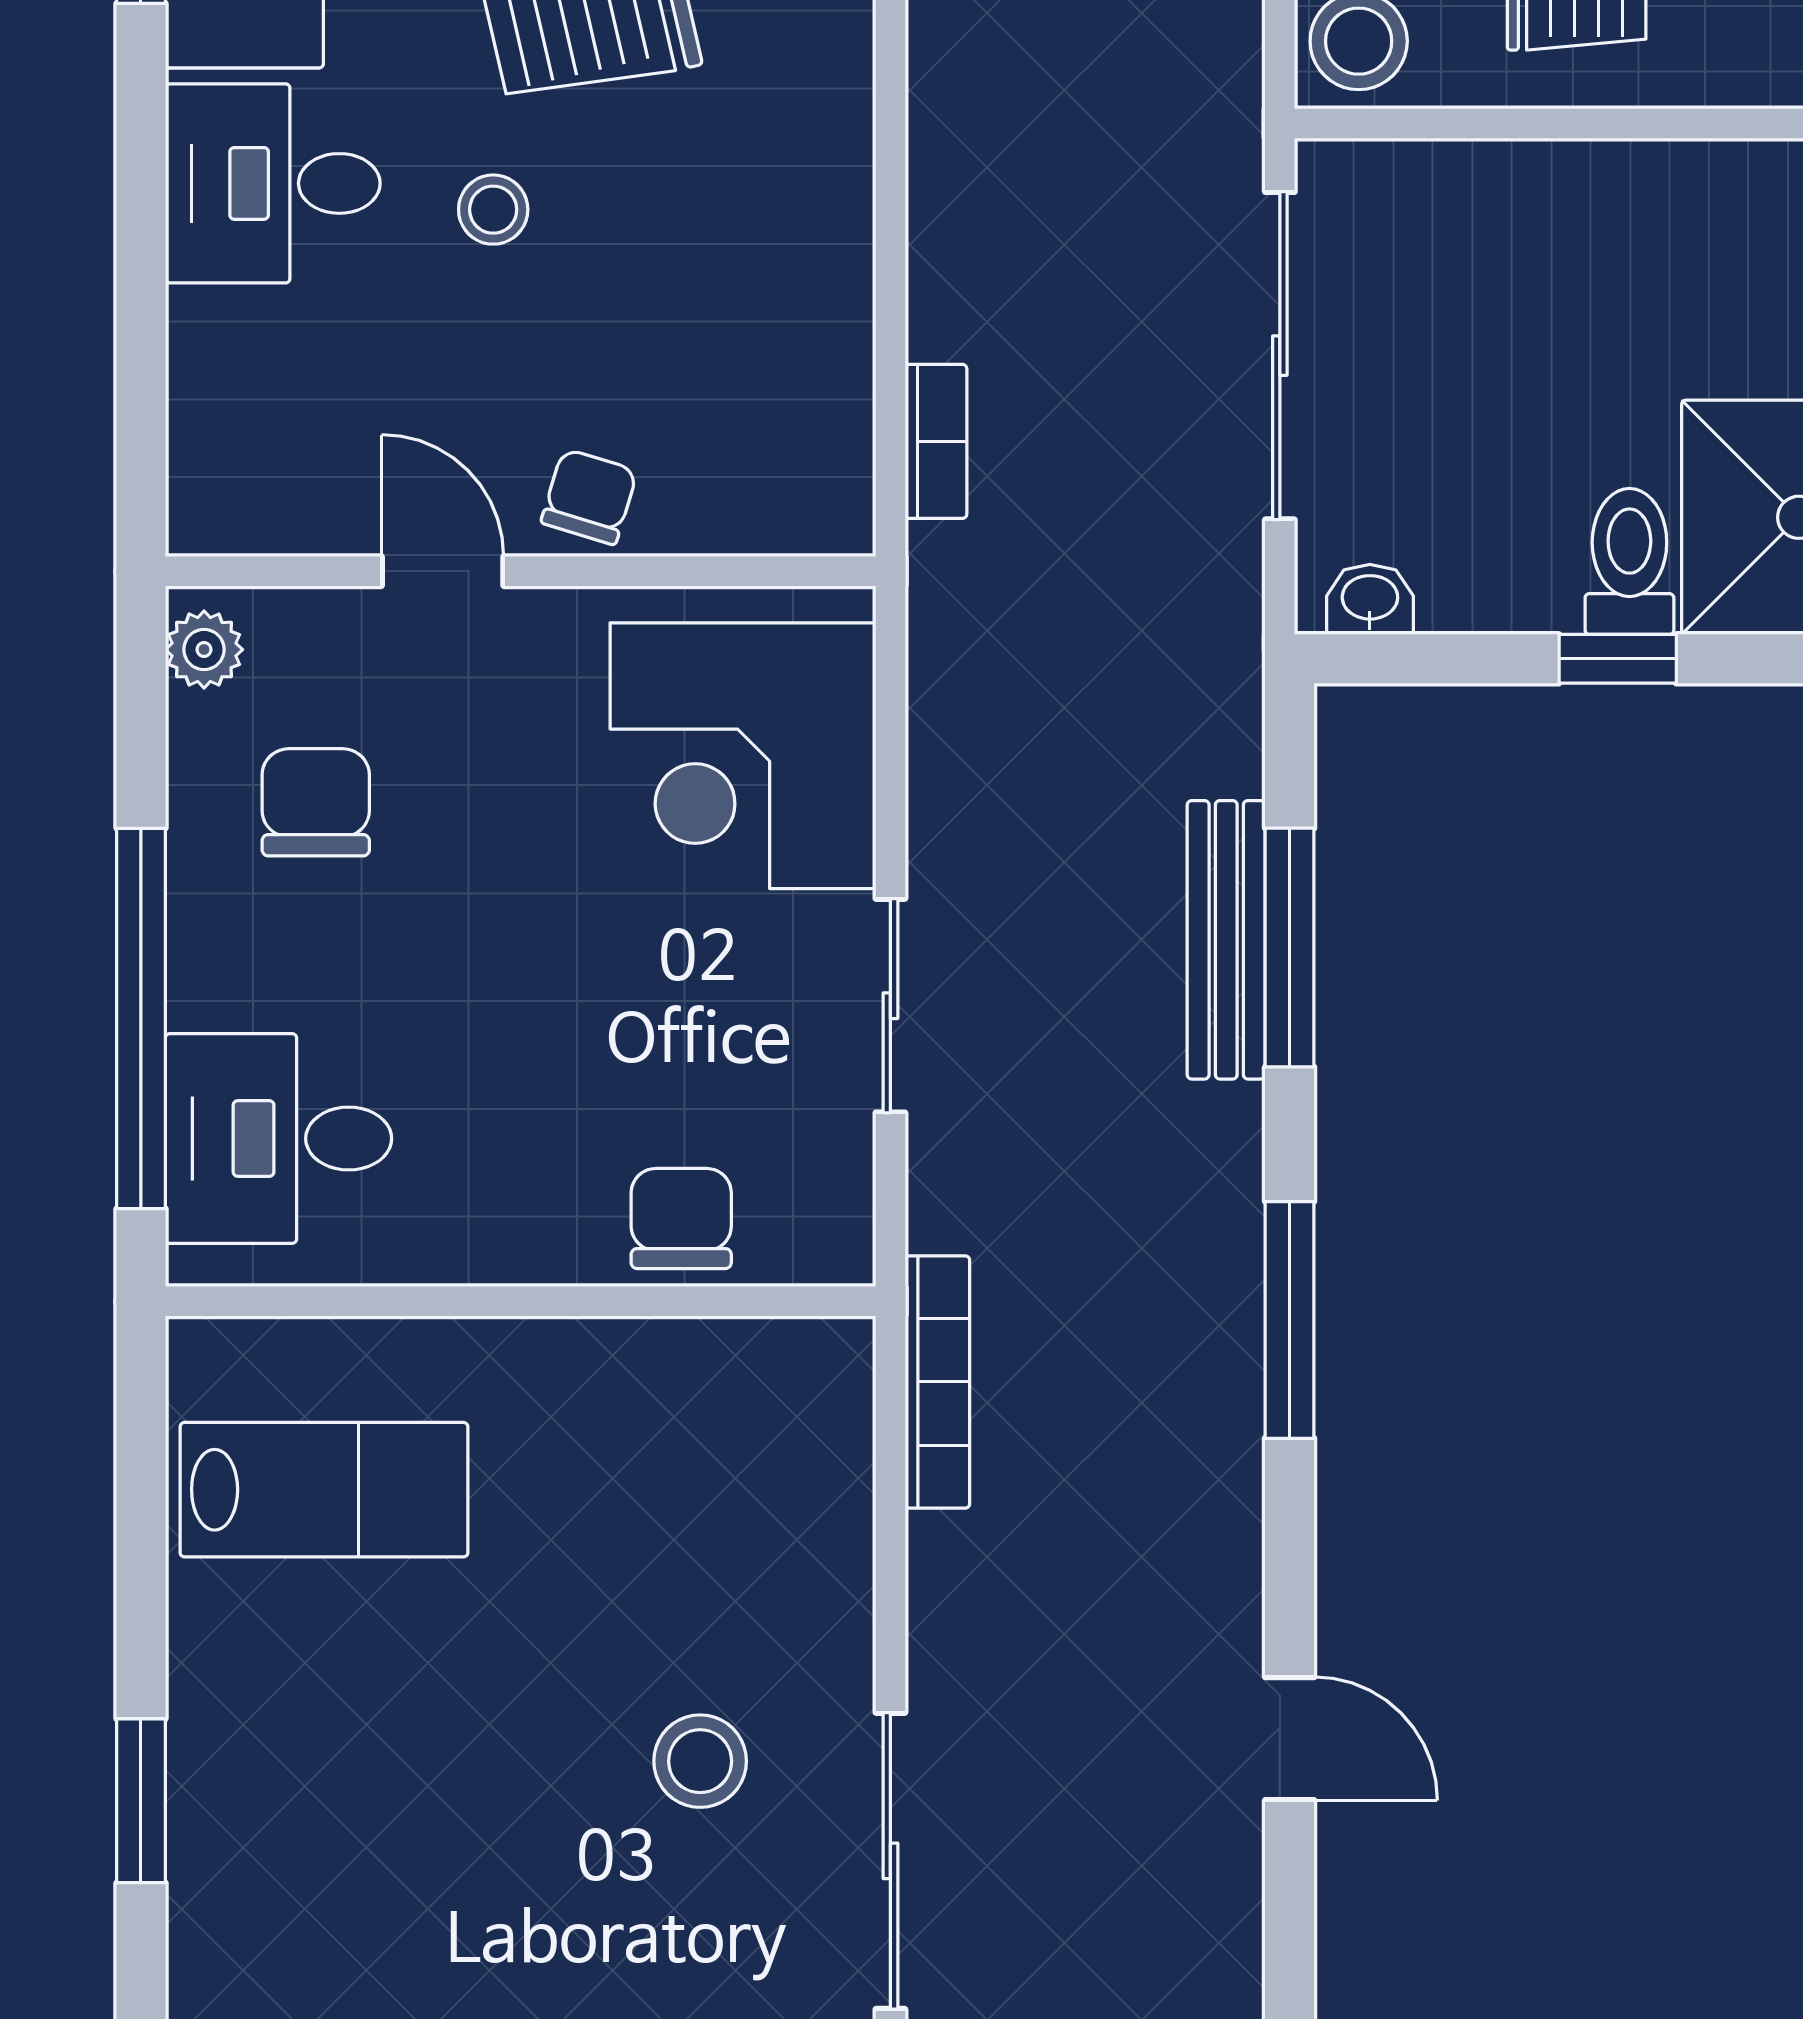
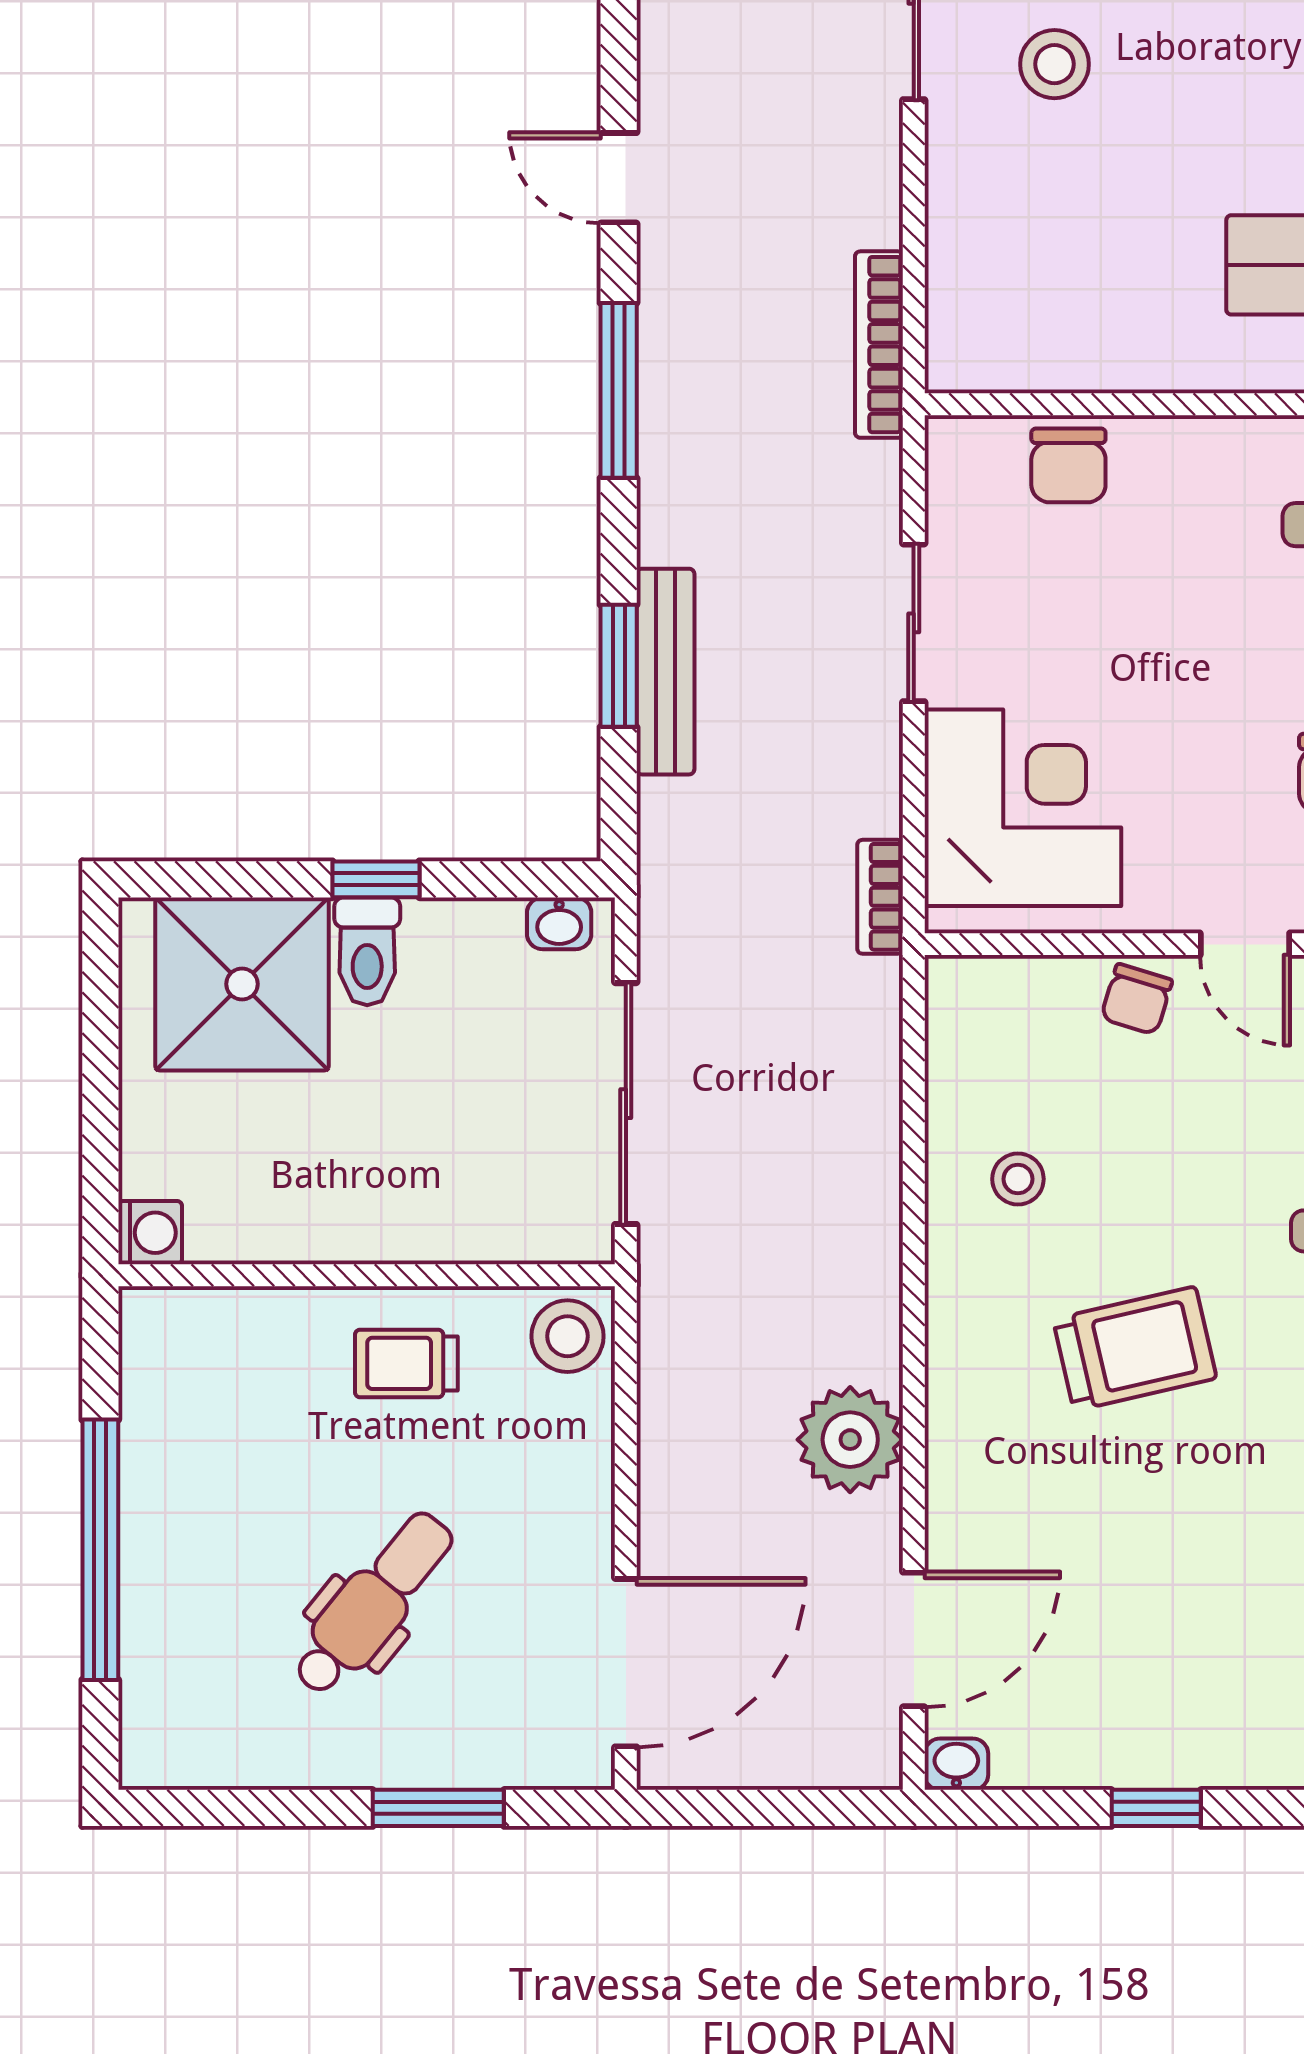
stool: (493, 210) -> (1018, 1179), moved
bookcase: (936, 441) -> (880, 897), moved
window: (1290, 948) -> (619, 666), width x0.69
door: (1290, 1739) -> (619, 178), moved

